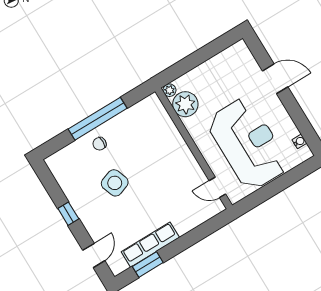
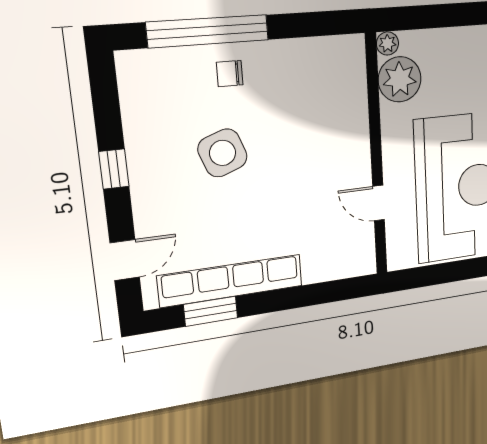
window: (98, 119) -> (208, 31), moved
door: (217, 187) -> (379, 203), moved
row of seats: (150, 245) -> (231, 281), width x1.36

